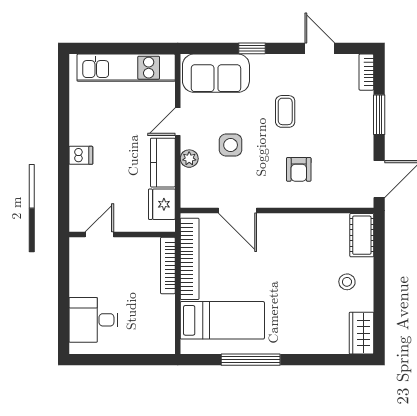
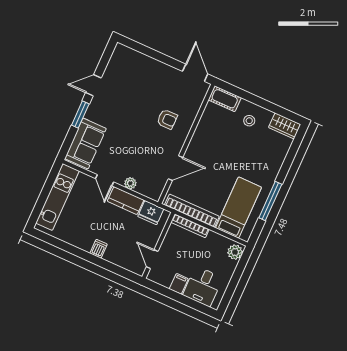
window: (252, 48) -> (80, 115), width x1.50
door: (320, 48) -> (93, 85), moved
bookcase: (366, 72) -> (126, 51), removed
coffee table: (285, 111) -> (128, 112), removed
window: (379, 115) -> (156, 55), removed
side table: (231, 145) -> (133, 154), removed
filing cabinet: (82, 286) -> (179, 284), added
plant: (160, 343) -> (235, 252), added

